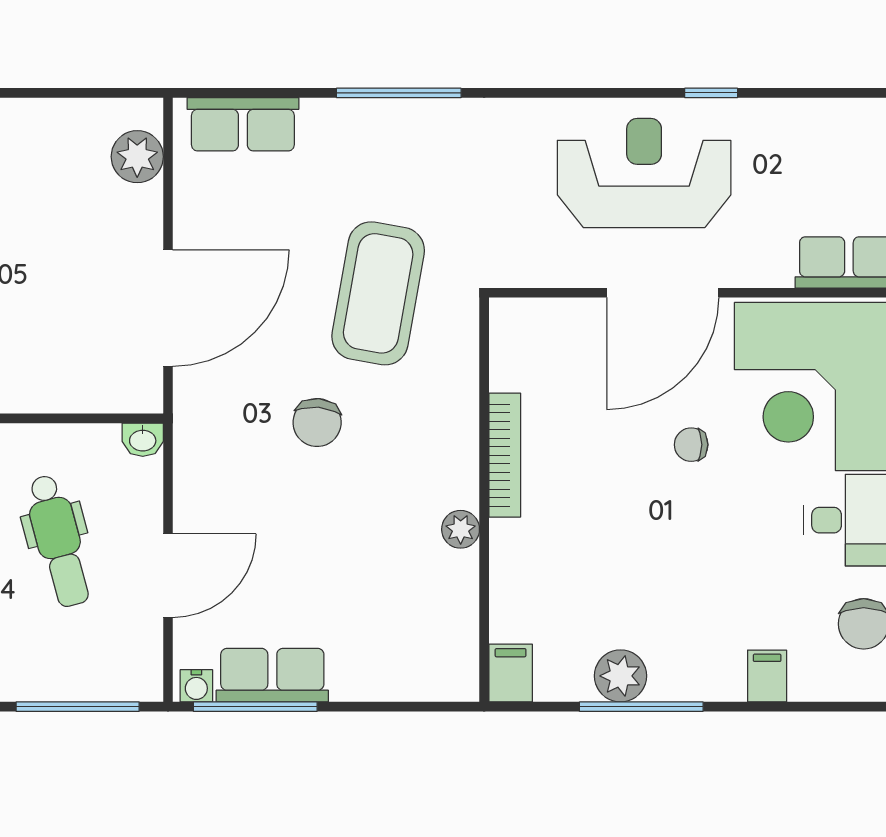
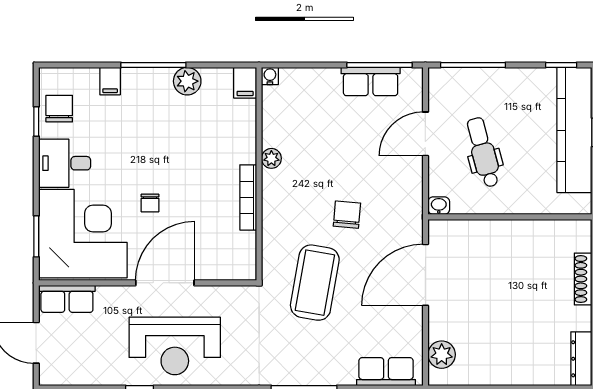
chair: (691, 445) -> (150, 203), turned 90
water cooler: (196, 686) -> (270, 76), moved
window: (641, 707) -> (153, 65), moved

